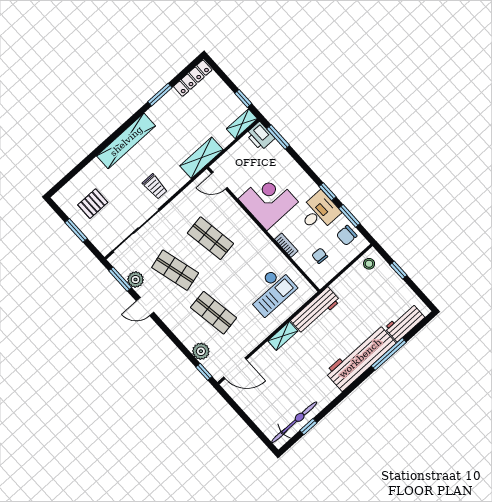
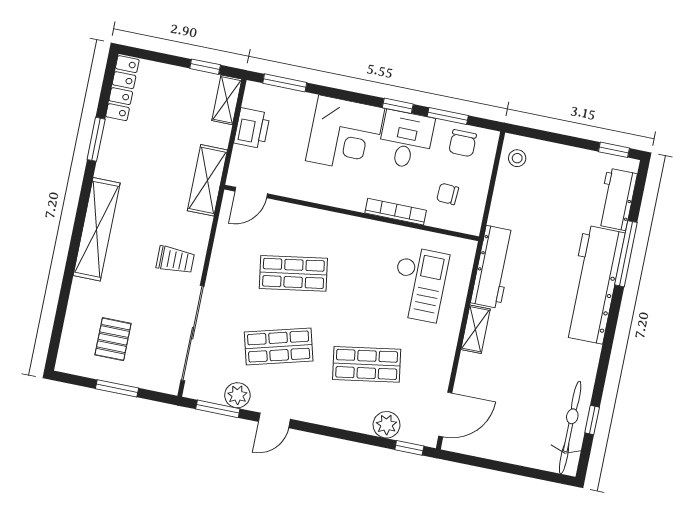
printer: (260, 136) -> (252, 128), moved, turned -90
corner desk: (268, 200) -> (345, 134), moved, turned 180
bookcase: (286, 245) -> (396, 212), width x1.56
window: (398, 270) -> (614, 150), moved

